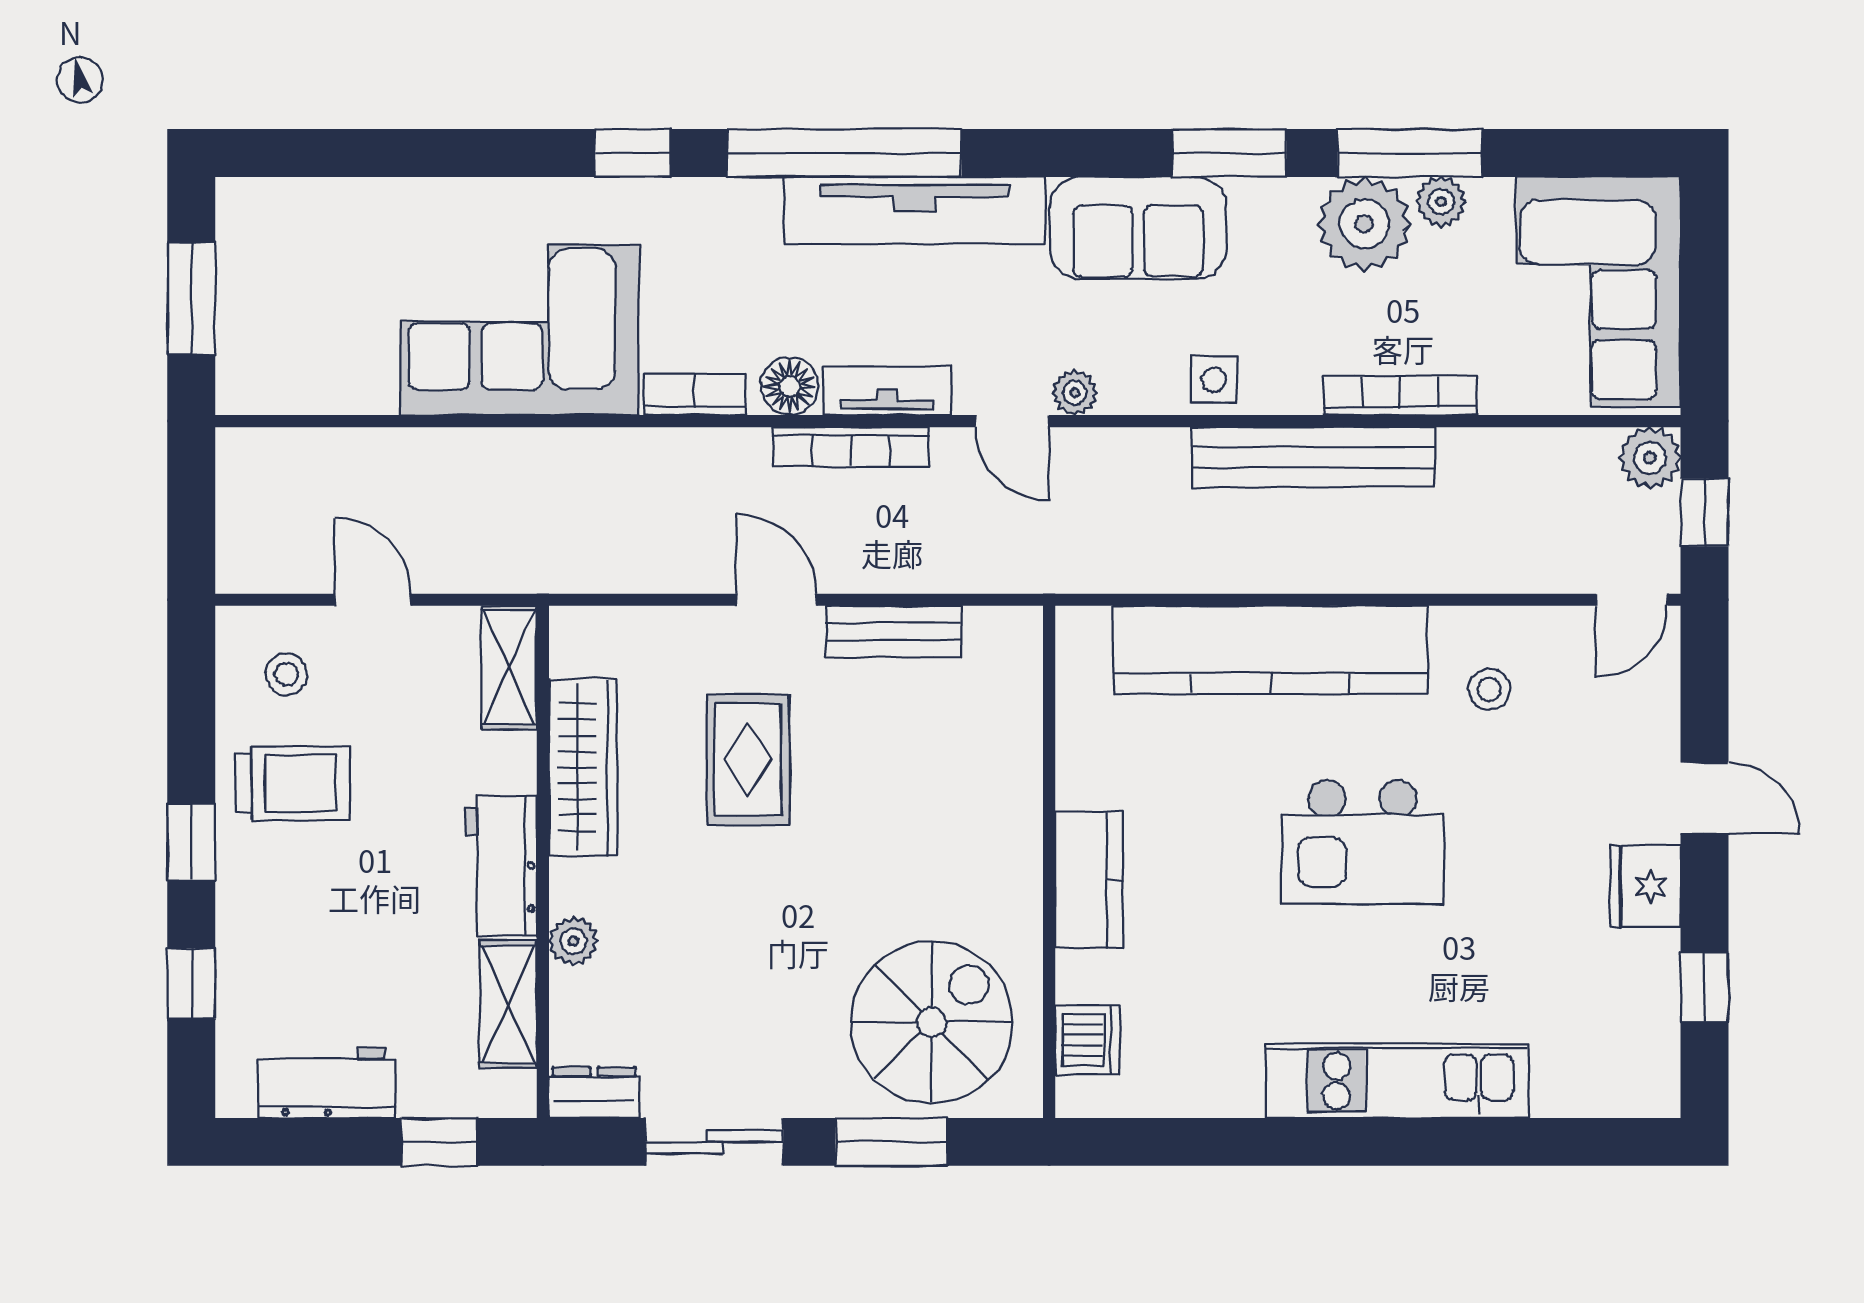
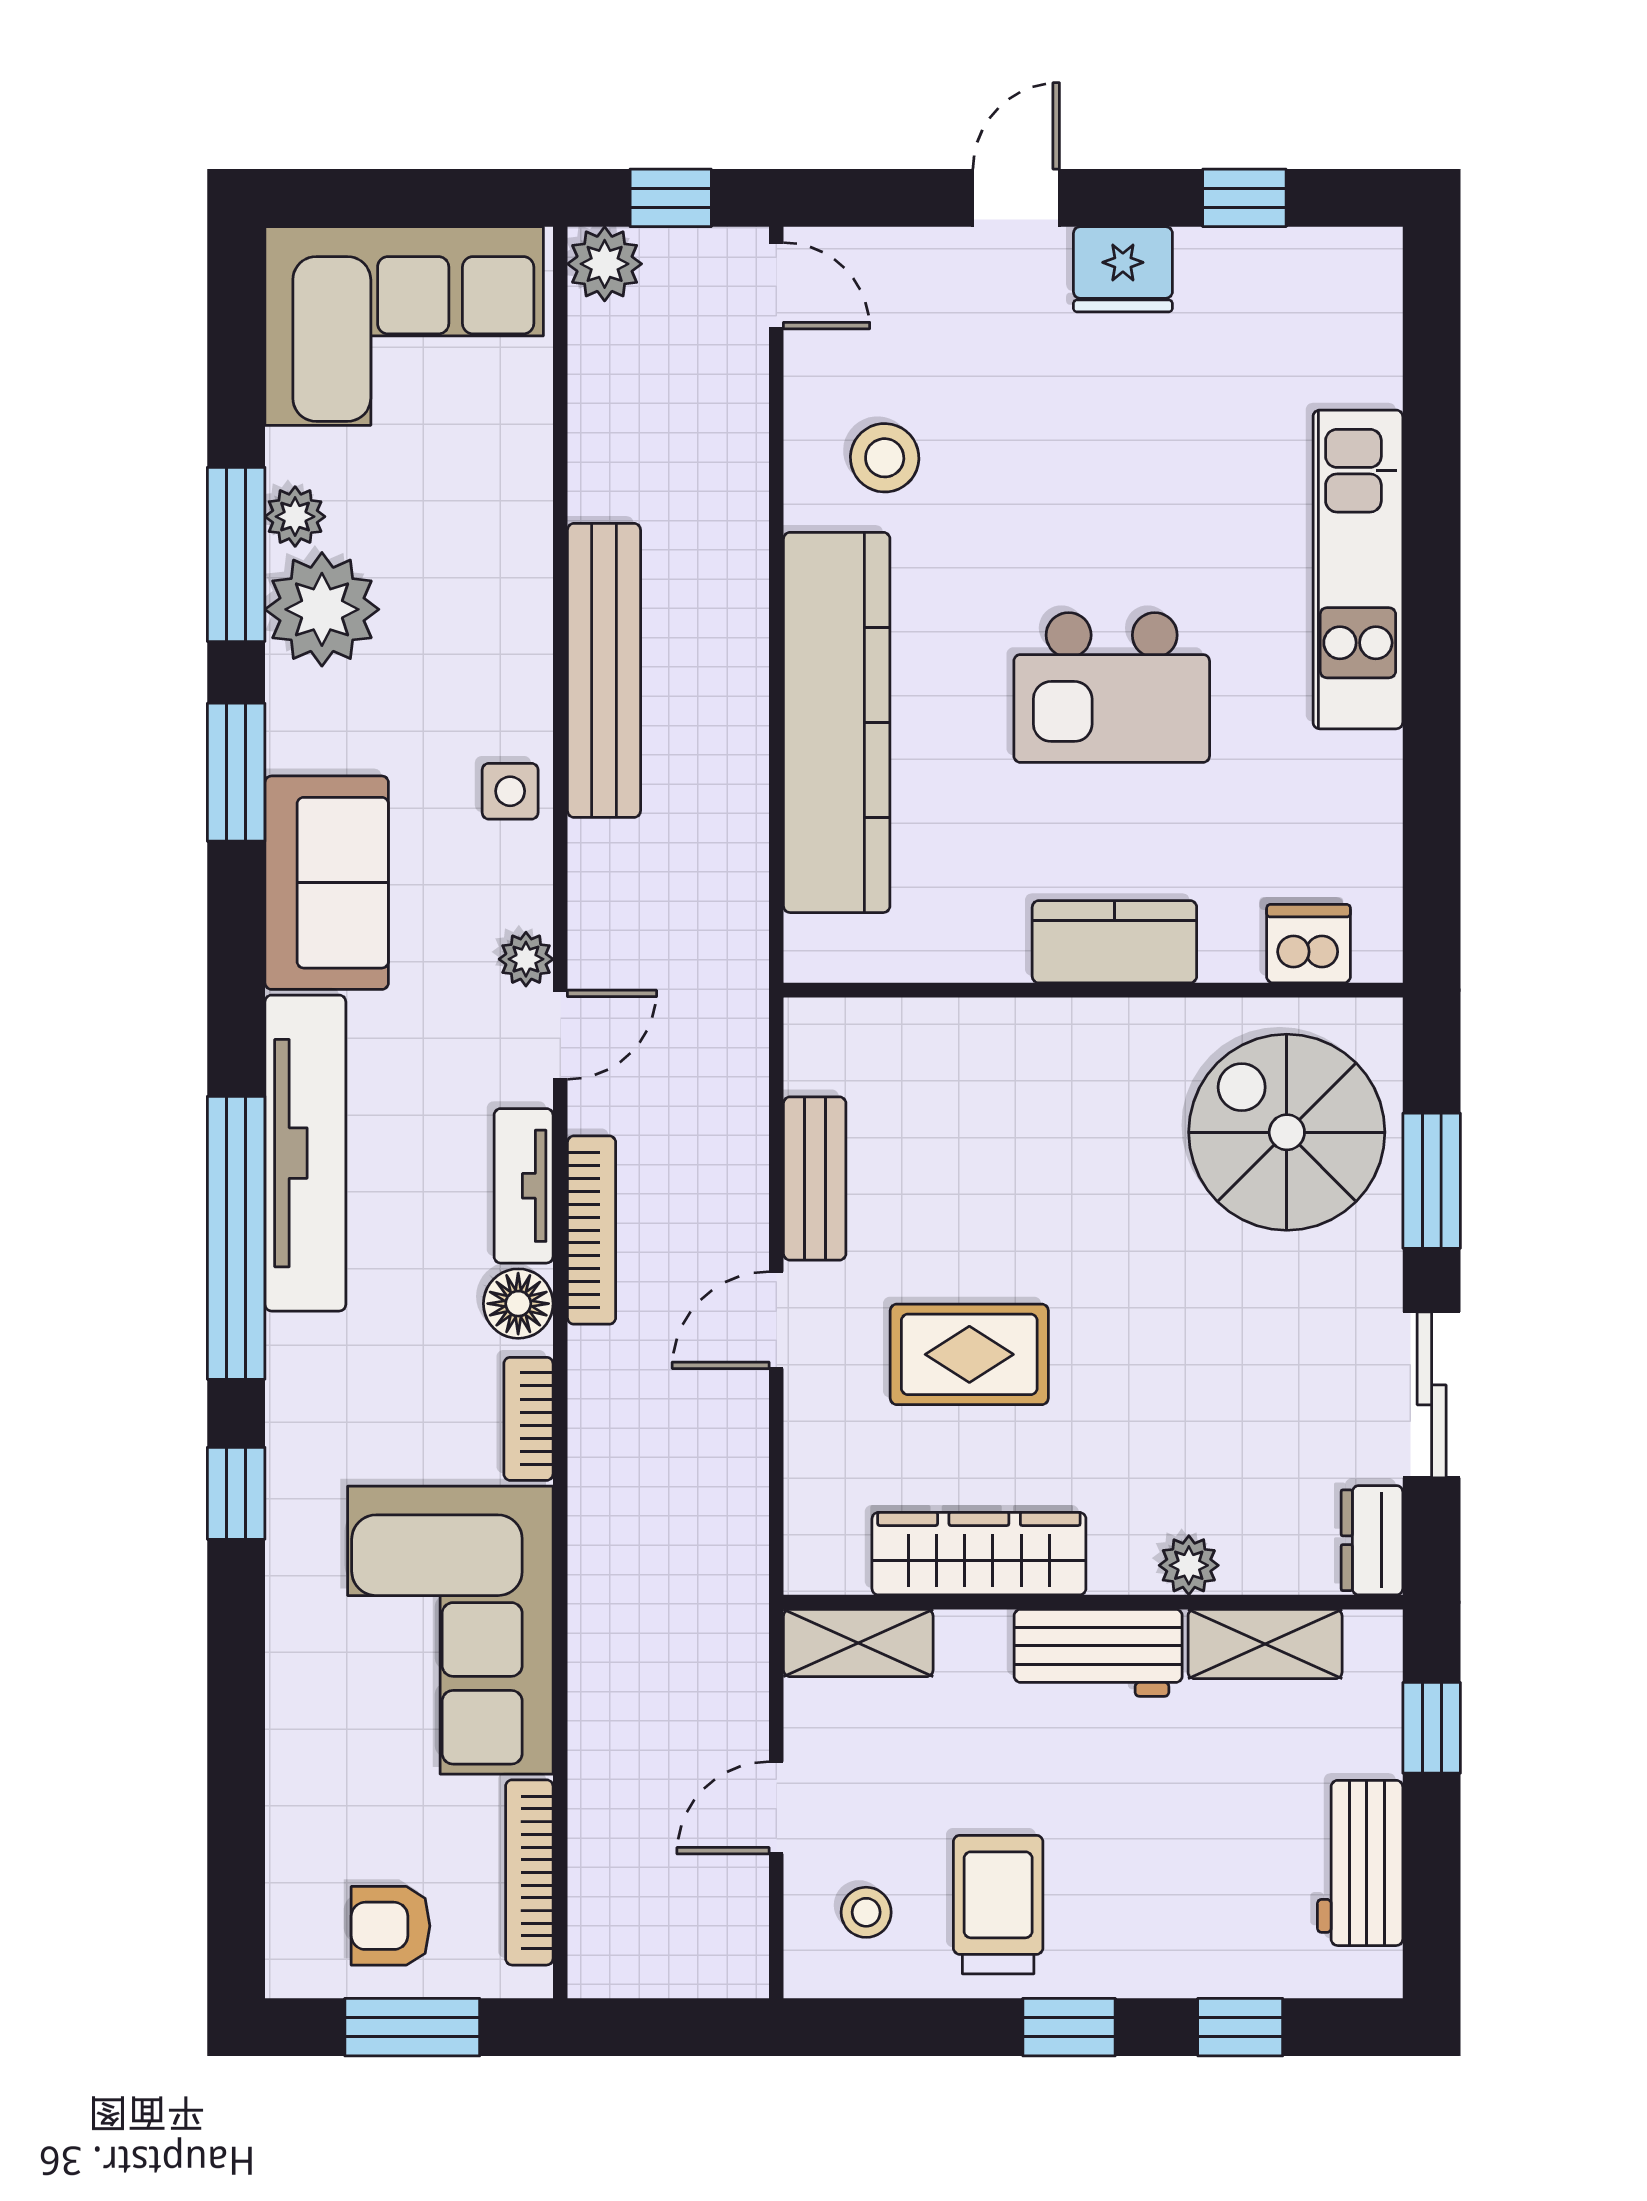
armchair: (275, 281) -> (391, 1926), added
bookcase: (1400, 395) -> (529, 1872), moved
stool: (1490, 689) -> (885, 458), width x1.37, depth x1.37
kitchen island: (1363, 842) -> (1112, 687), moved, turned 90

